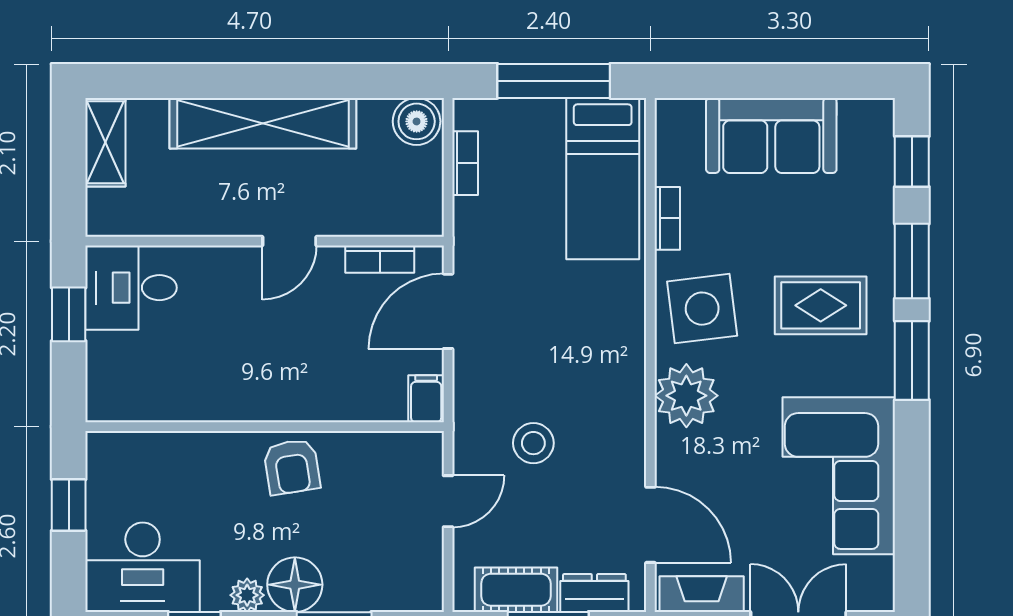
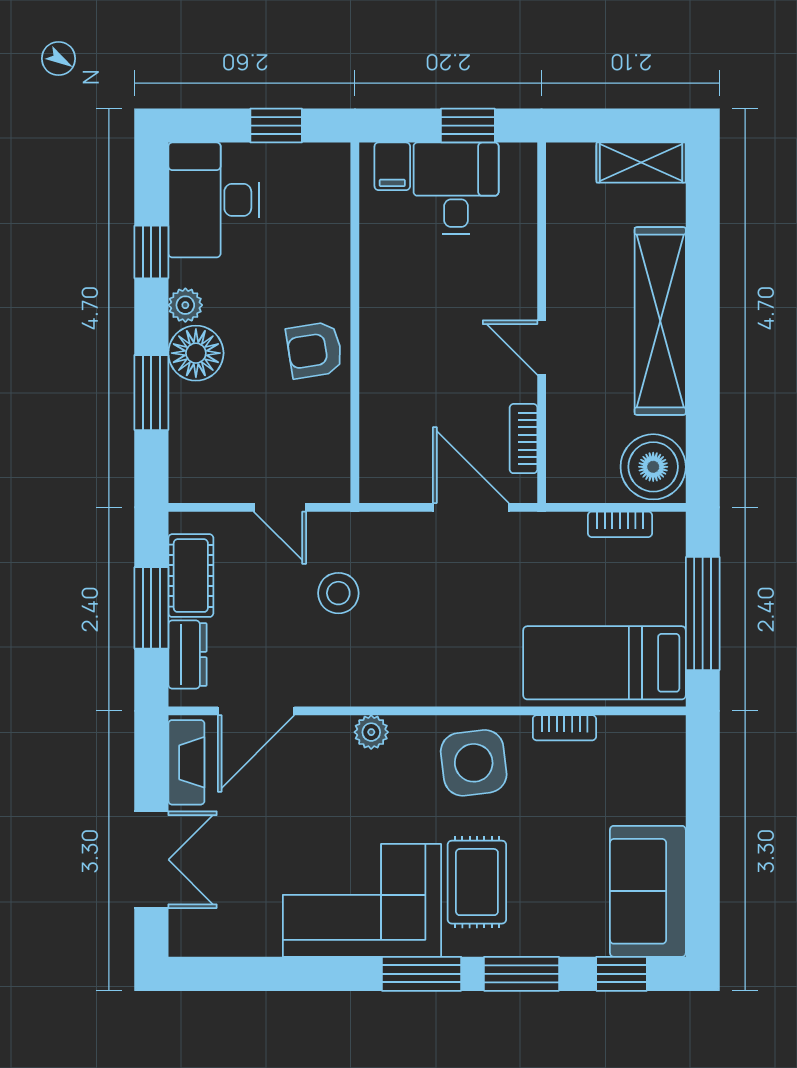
boiler: (417, 121) -> (653, 467), width x1.37, depth x1.37
sofa: (771, 135) -> (648, 891), moved
desk: (131, 288) -> (456, 188), moved
plant: (686, 396) -> (371, 732), width x0.53, depth x0.53
filing cabinet: (426, 399) -> (392, 166), moved, turned 90
corner sofa: (839, 476) -> (362, 900), moved

